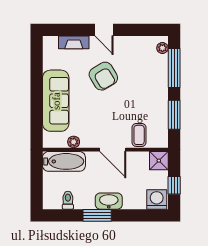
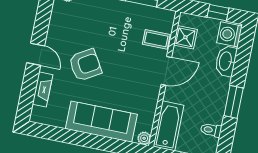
door: (104, 30) -> (36, 54), hinge flipped
plant: (74, 142) -> (144, 138), moved
shower: (159, 161) -> (185, 37), moved
washbasin: (109, 201) -> (226, 61), moved

